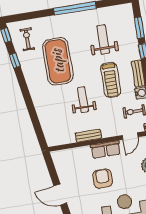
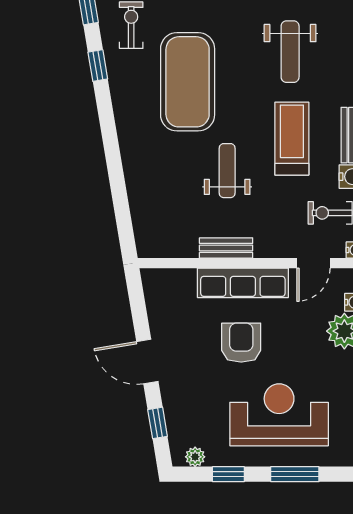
weight bench: (103, 39) -> (290, 52), turned 180
treadmill: (111, 80) -> (292, 139), turned 180
row of seats: (106, 150) -> (243, 283), width x1.48

